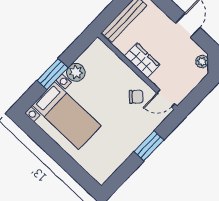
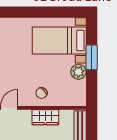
chair: (136, 97) -> (41, 93), moved

